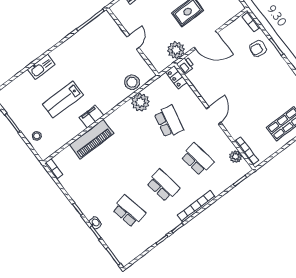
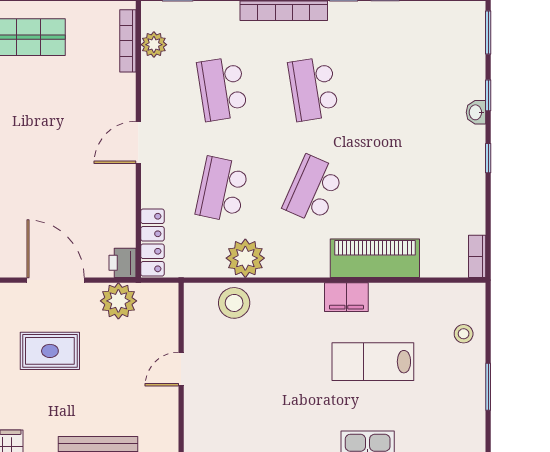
locker: (176, 77) -> (152, 243), width x1.53
lab bench: (63, 100) -> (373, 362), turned 180
school desk: (129, 211) -> (313, 189), moved, turned 36

